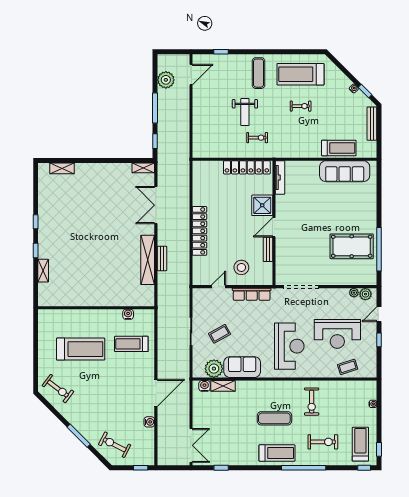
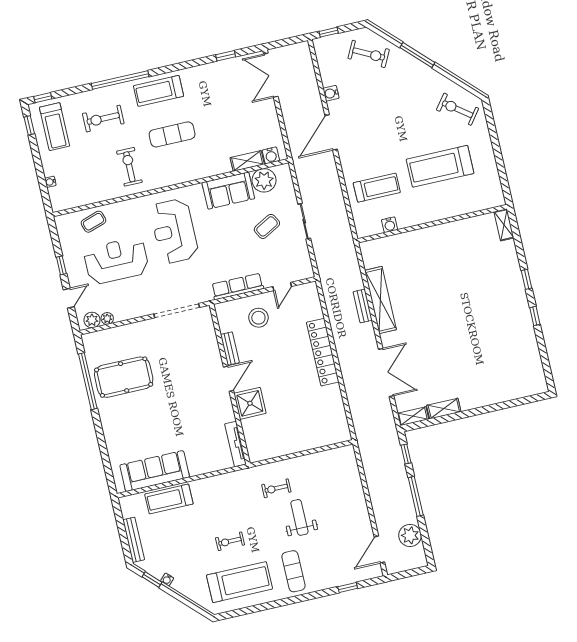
locker: (247, 167) -> (281, 447), removed
shelving: (62, 168) -> (444, 409), moved
shelving: (43, 271) -> (504, 225), moved

